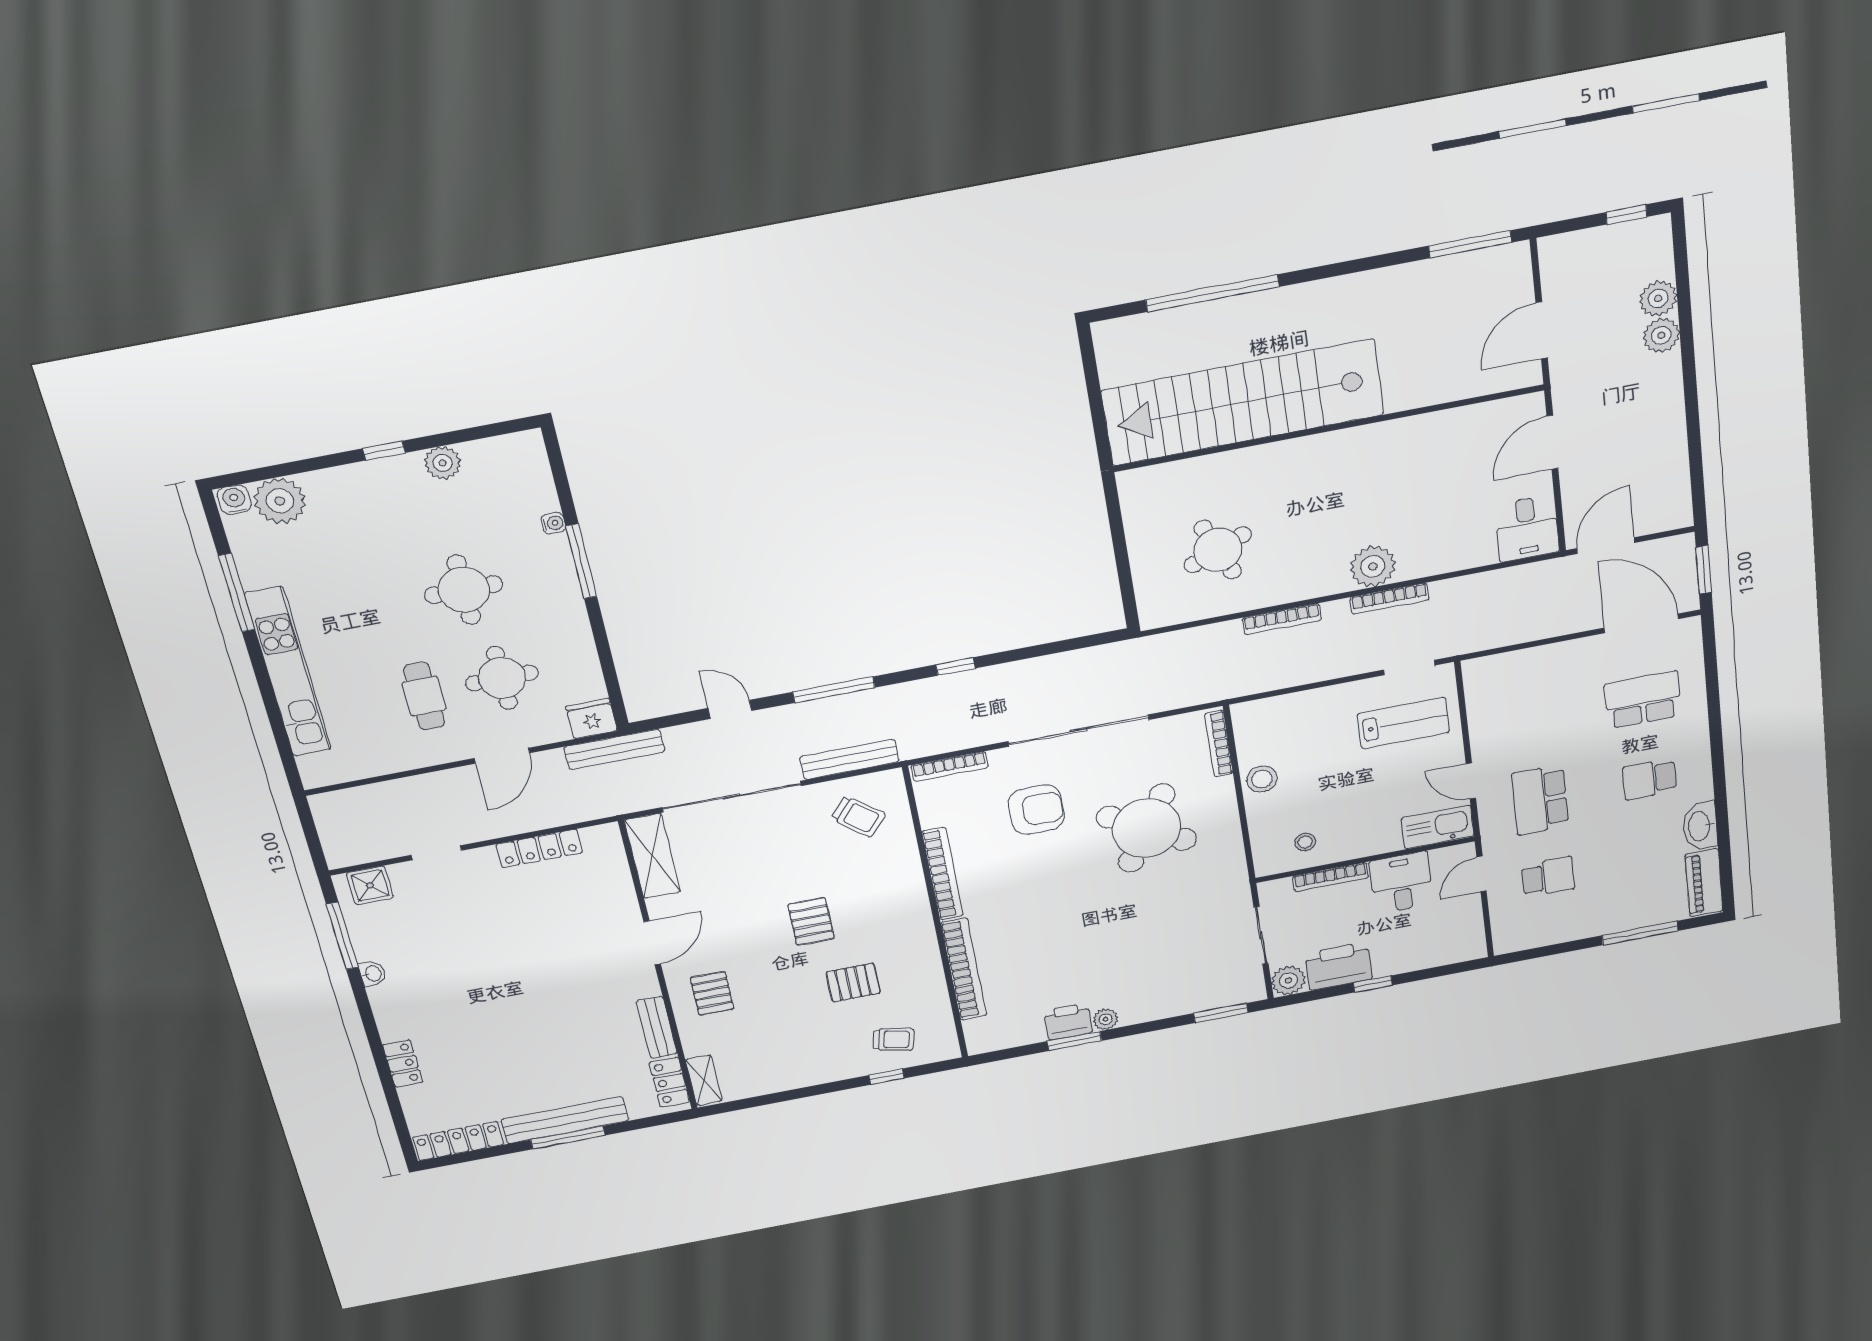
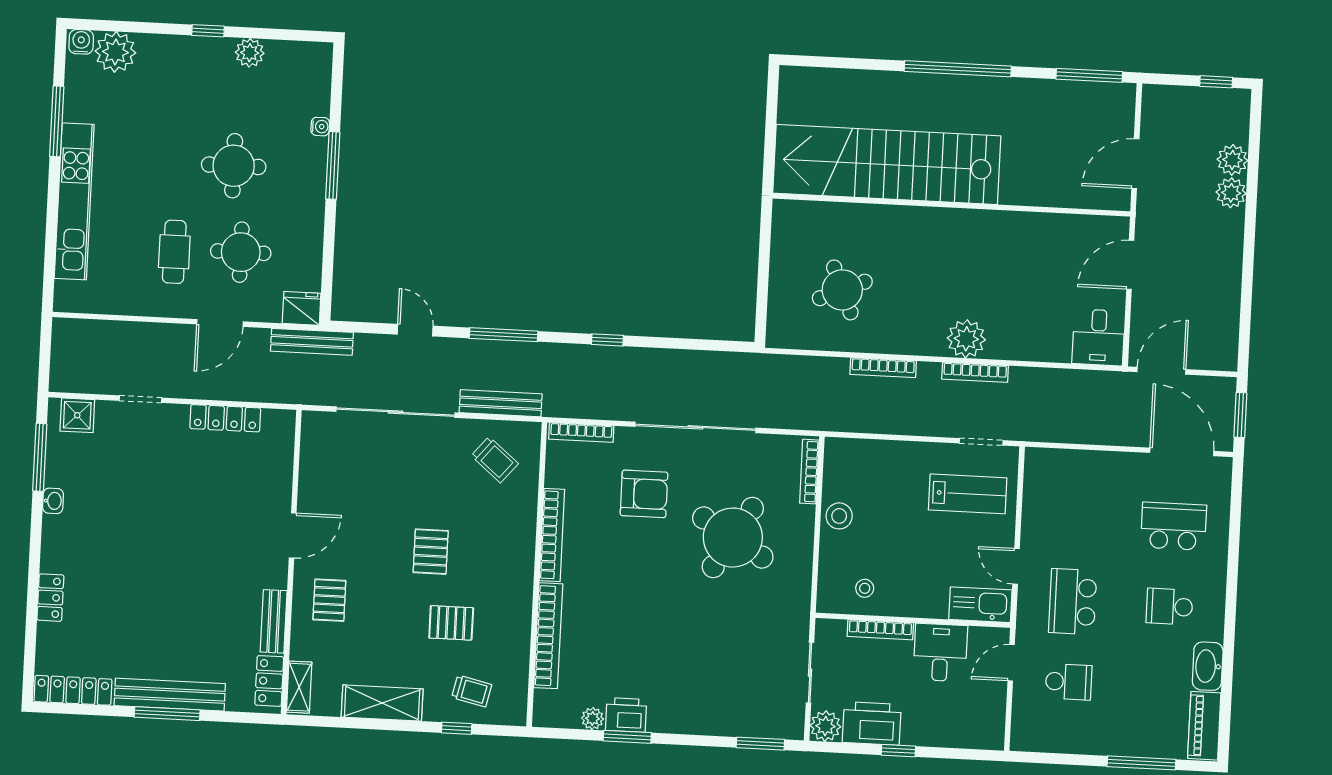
window: (1212, 293) -> (958, 69), moved
shelving: (652, 856) -> (382, 703), moved, turned 90
plant: (1106, 1019) -> (593, 719), moved

